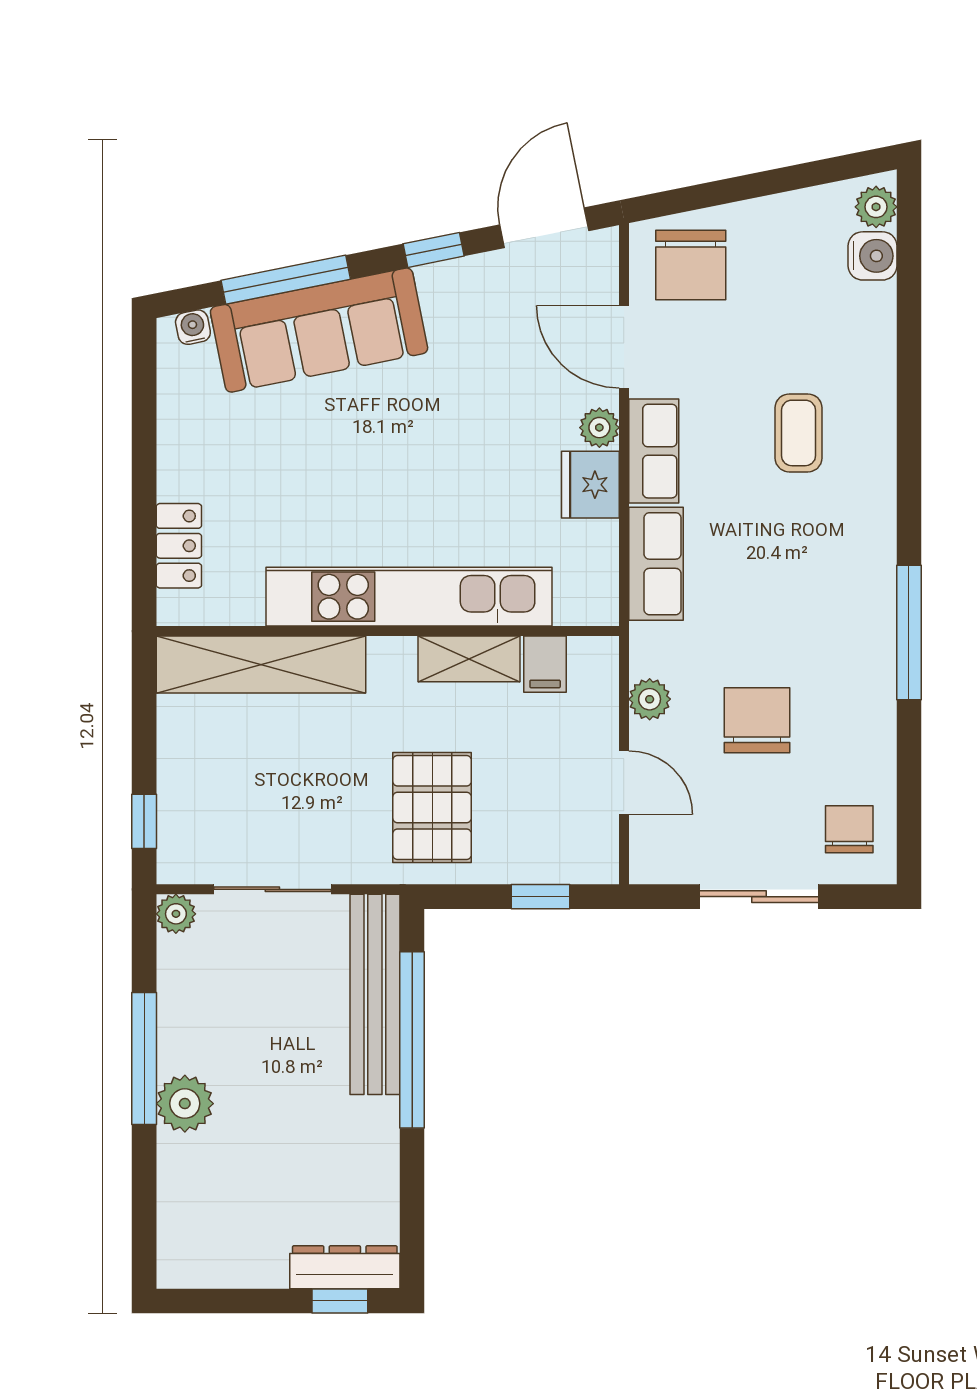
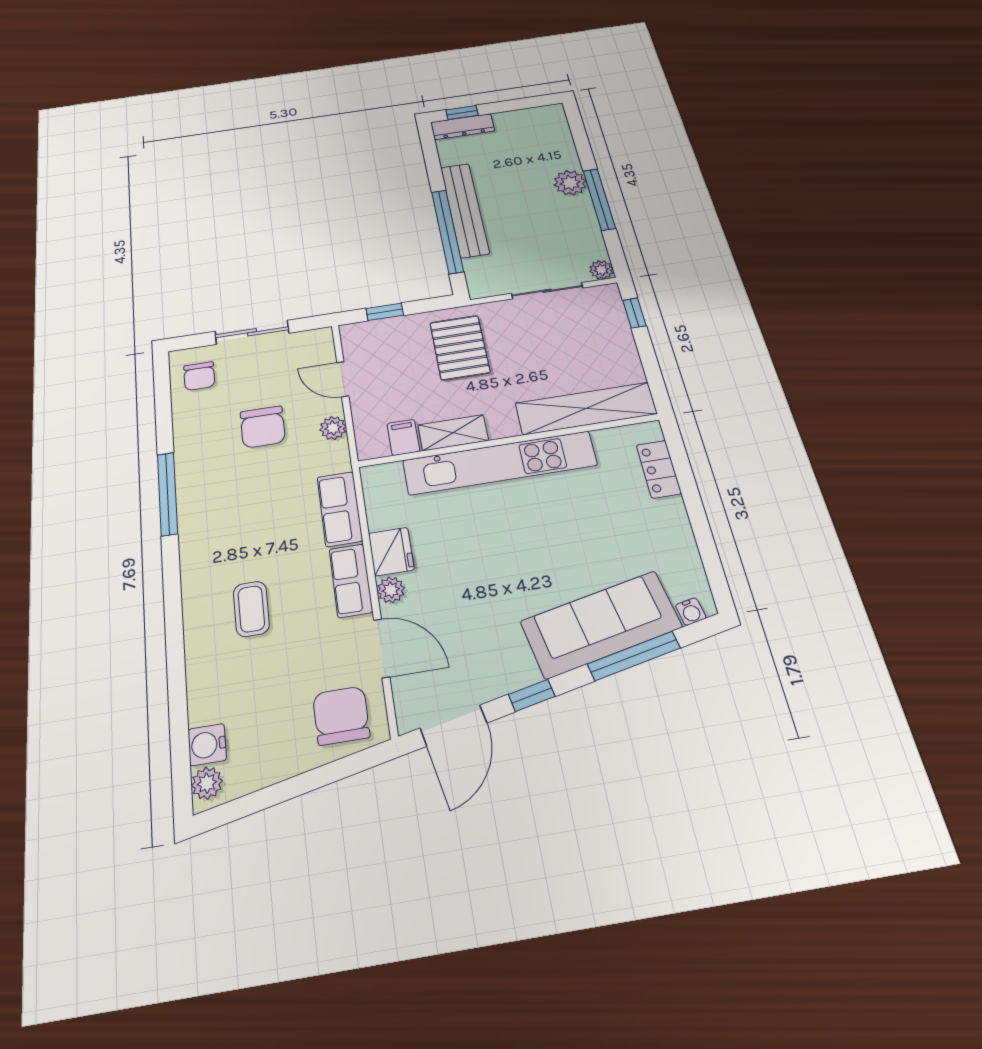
bench: (375, 994) -> (465, 210), moved

